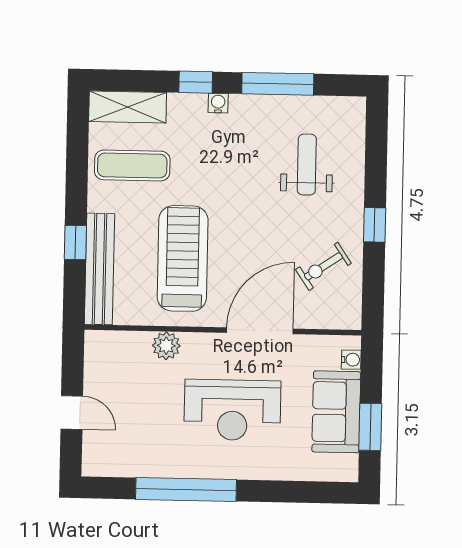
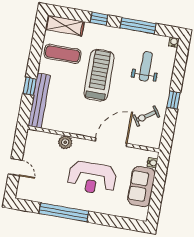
water cooler: (218, 103) -> (174, 42), moved
treadmill: (183, 258) -> (99, 75), moved
window: (370, 427) -> (157, 196), removed

